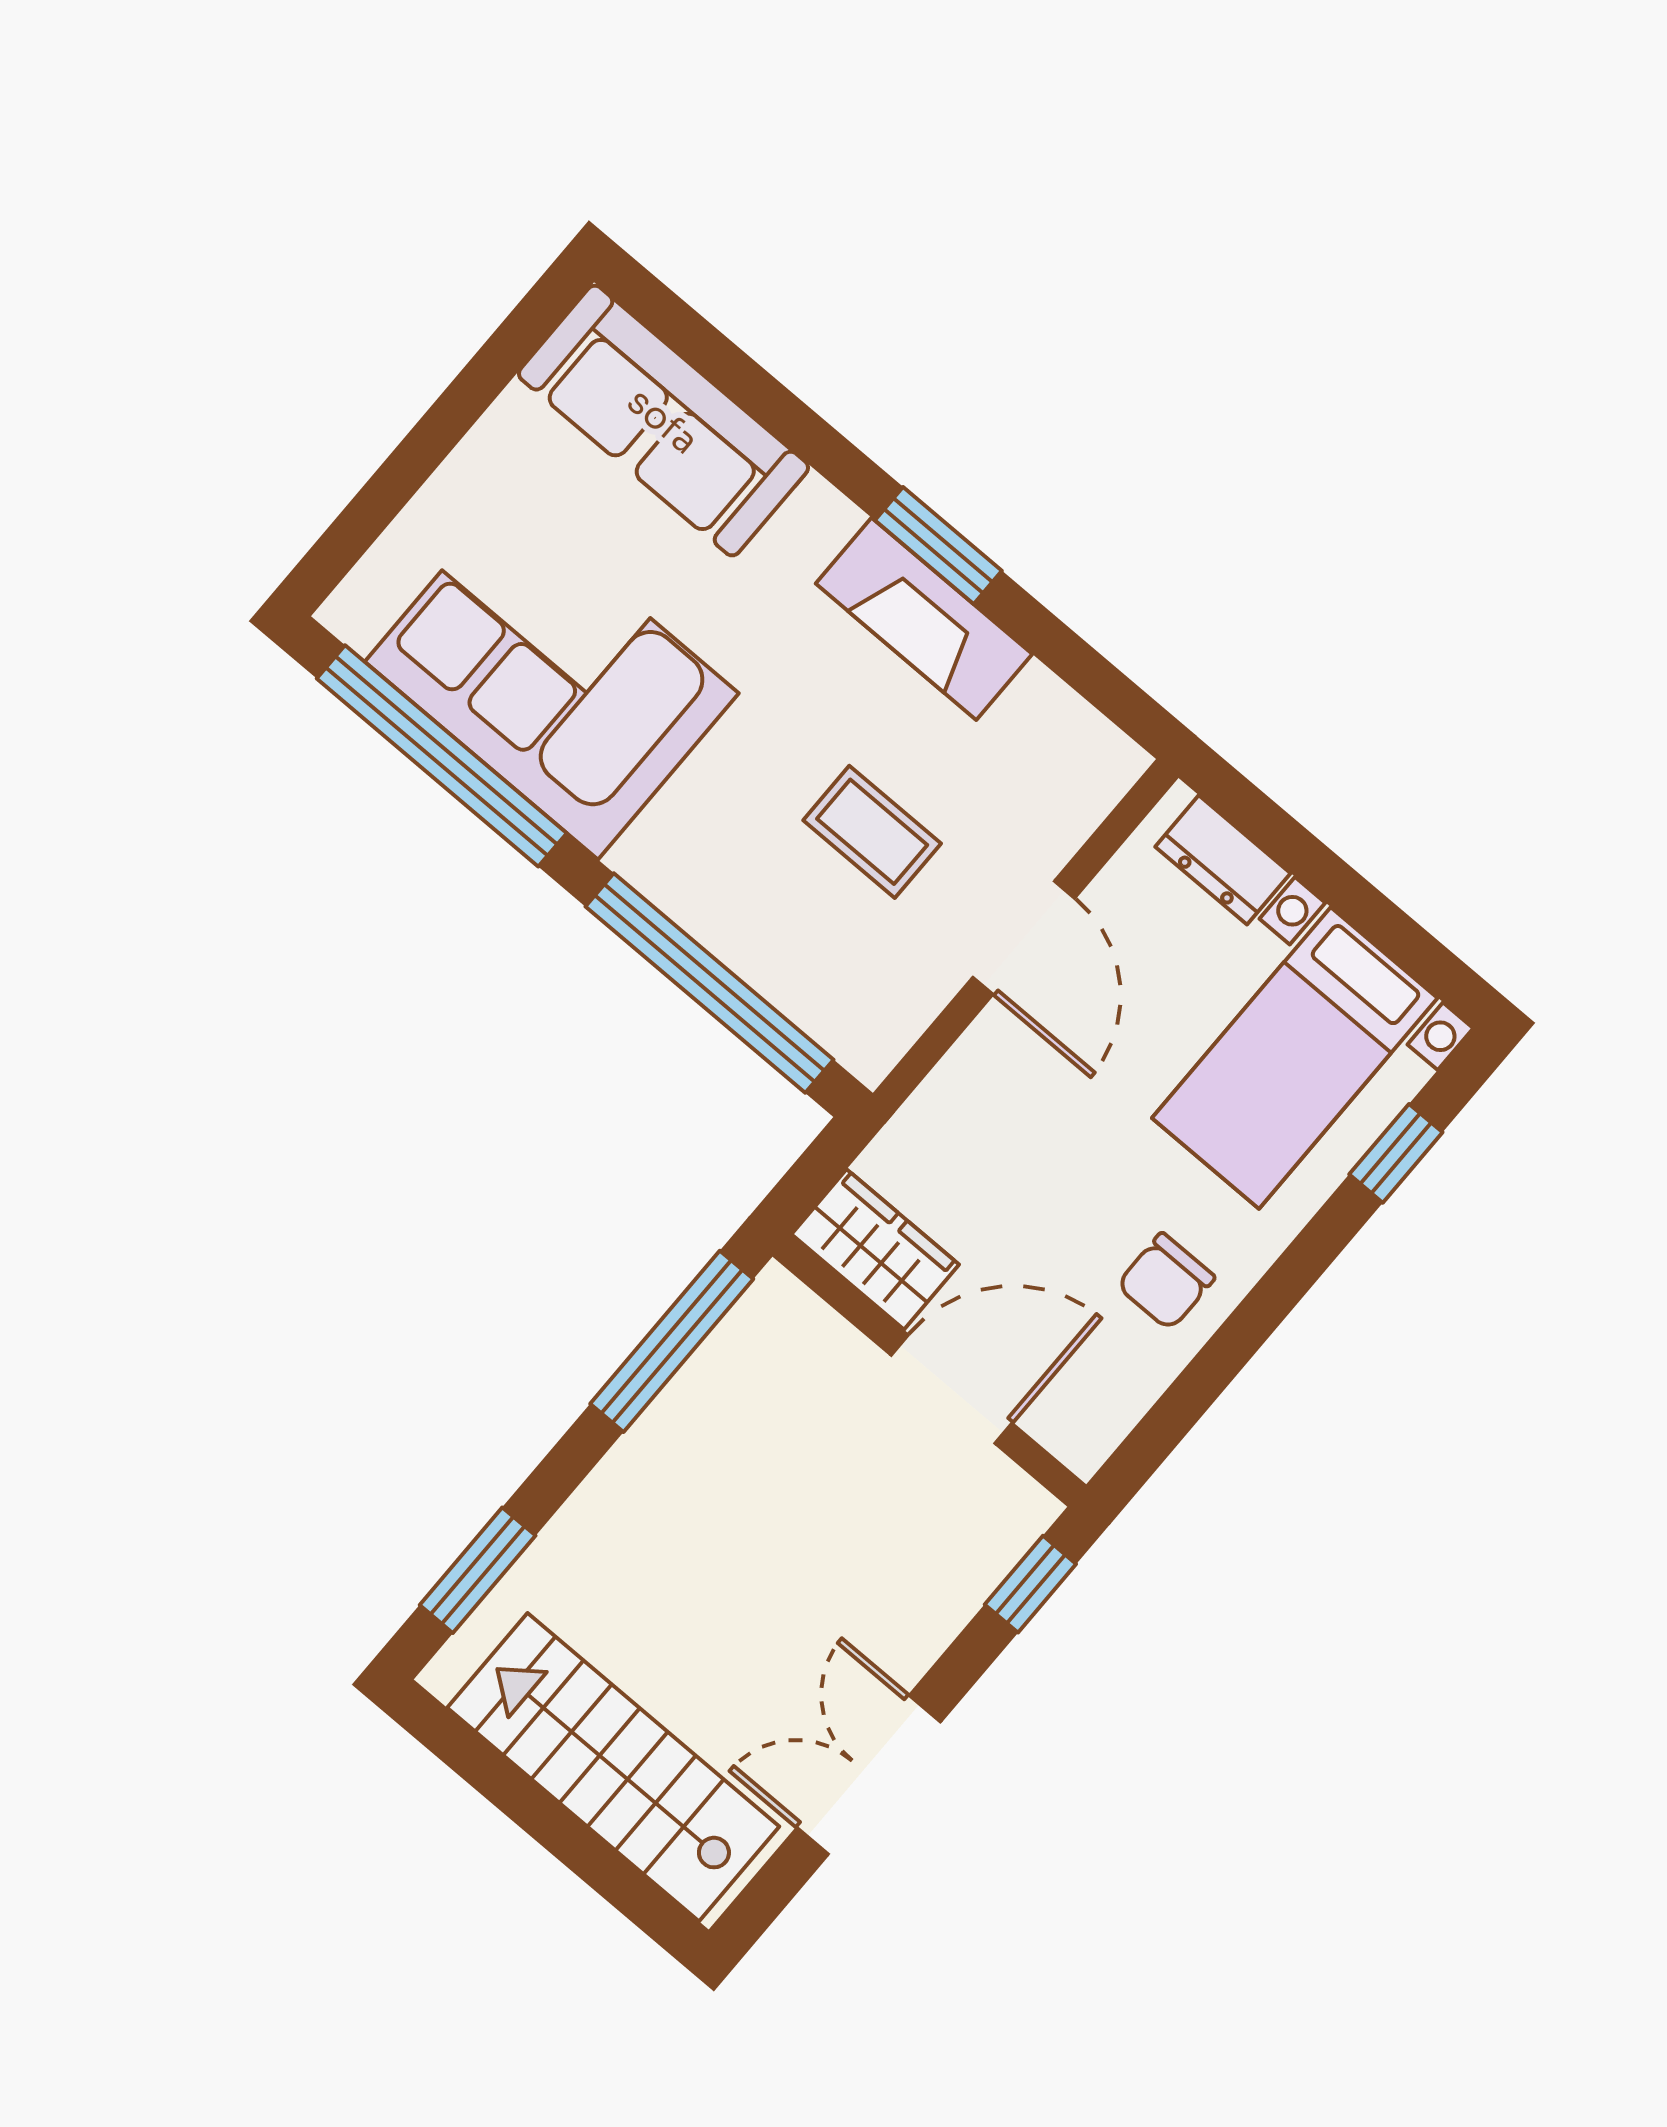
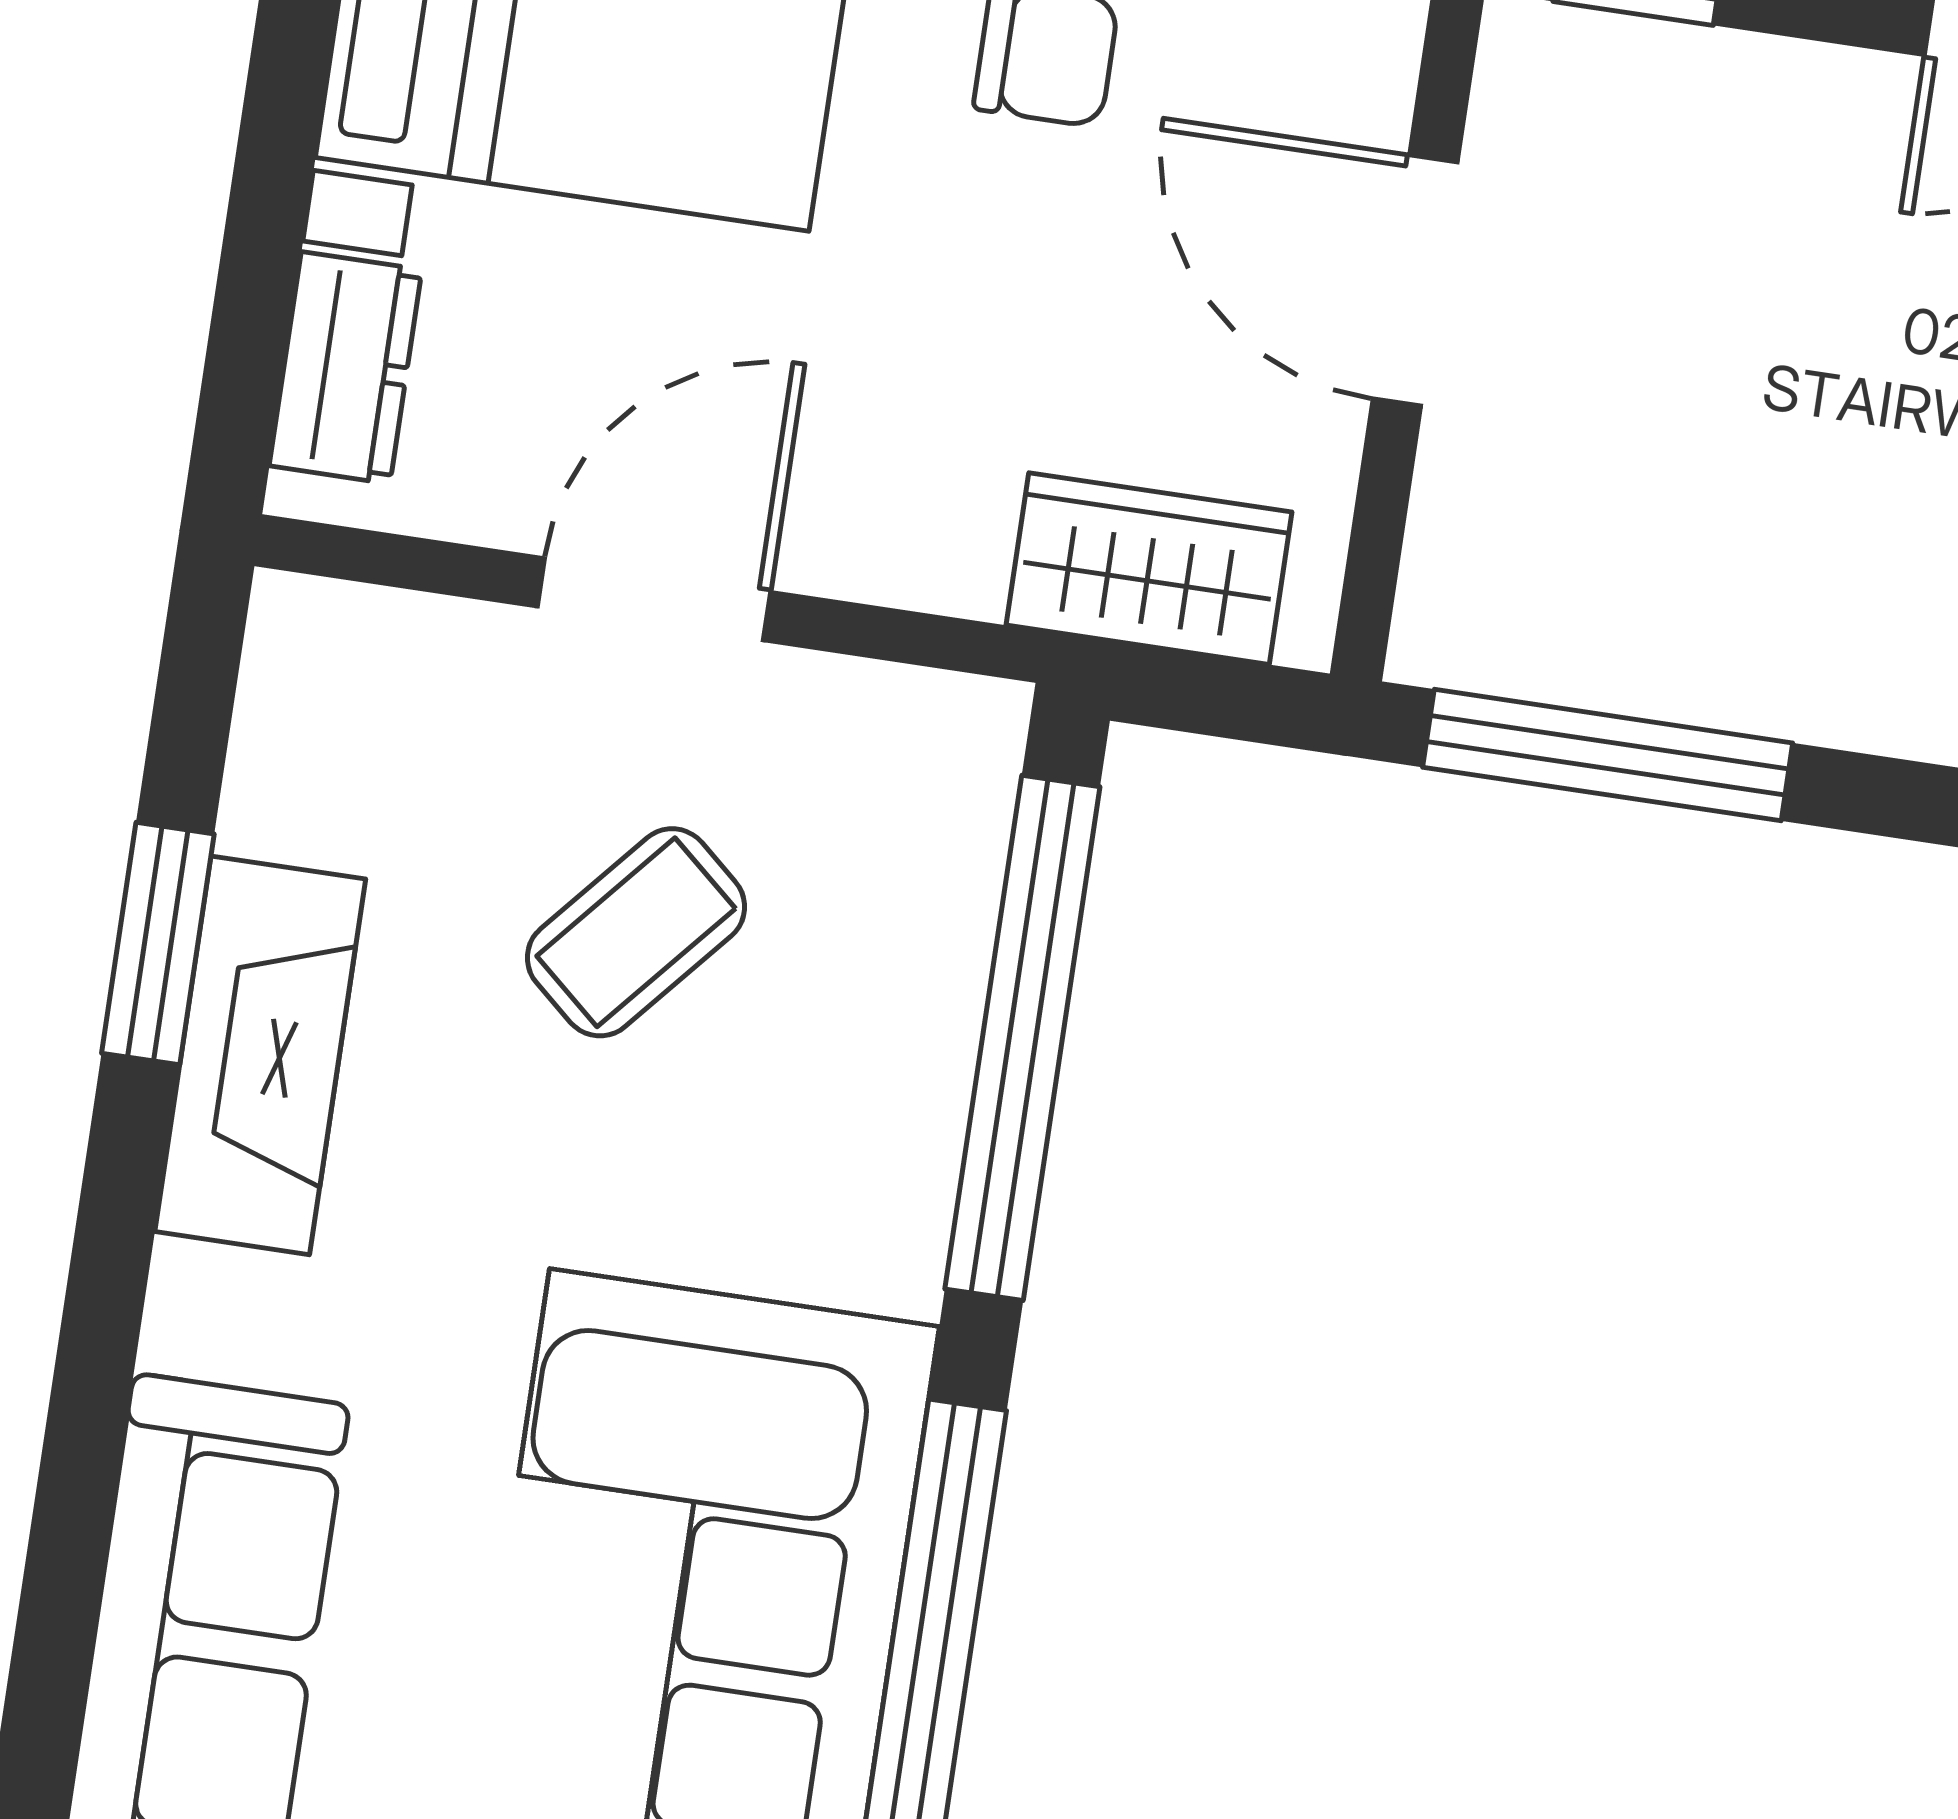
window: (938, 546) -> (158, 944), moved
coffee table: (872, 832) -> (636, 932), turned 41
wardrobe: (875, 1249) -> (1149, 569), moved, turned 90

